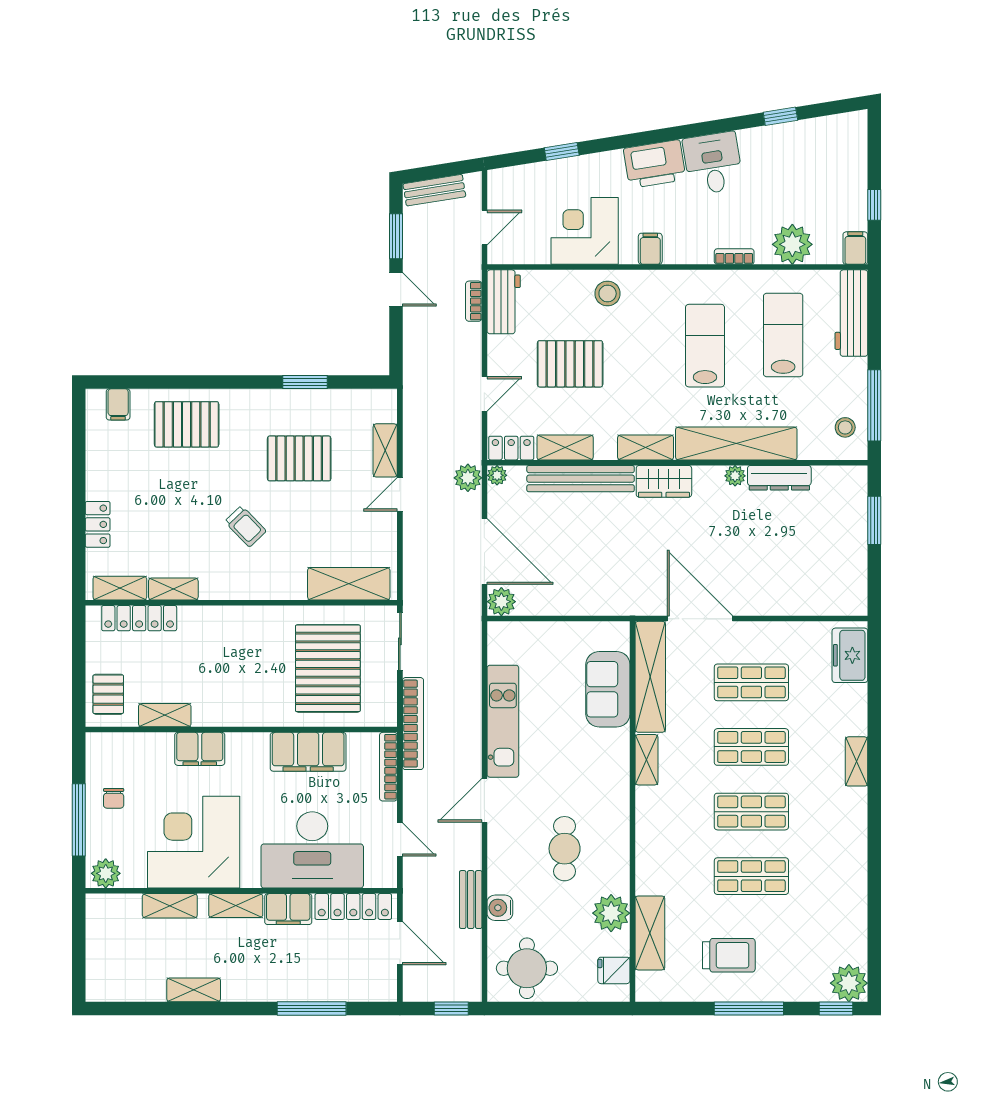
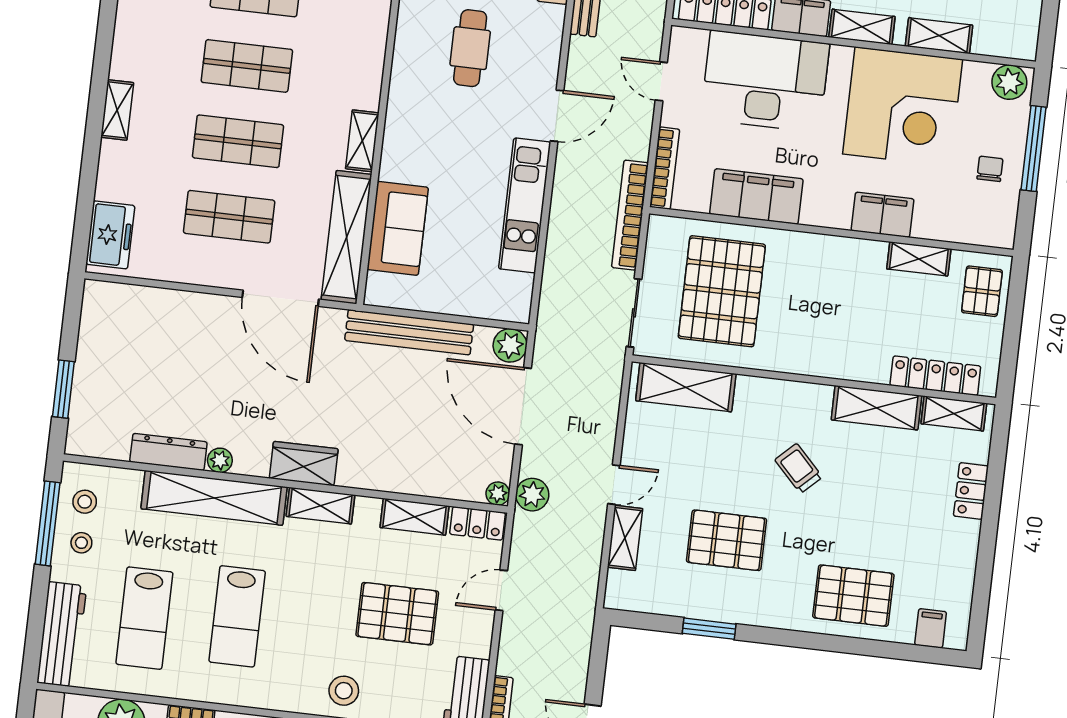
stool: (844, 392) -> (81, 543), added
bench: (581, 479) -> (409, 332), moved
shelving: (173, 589) -> (876, 408), width x1.50, depth x1.33

